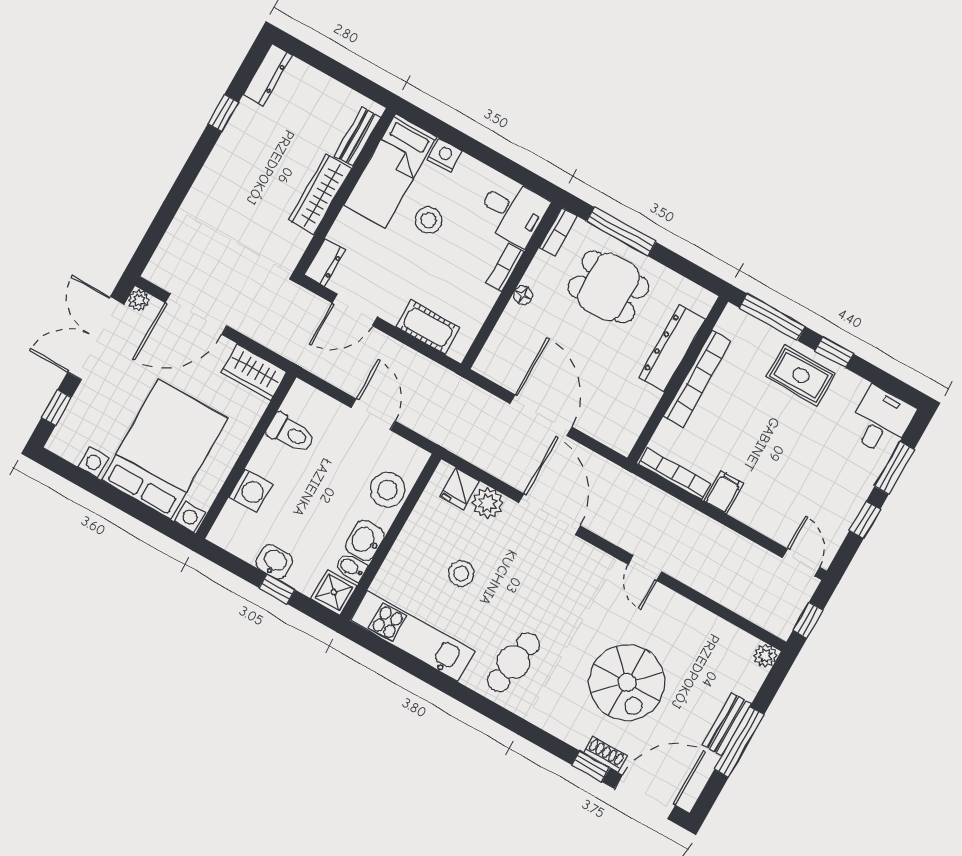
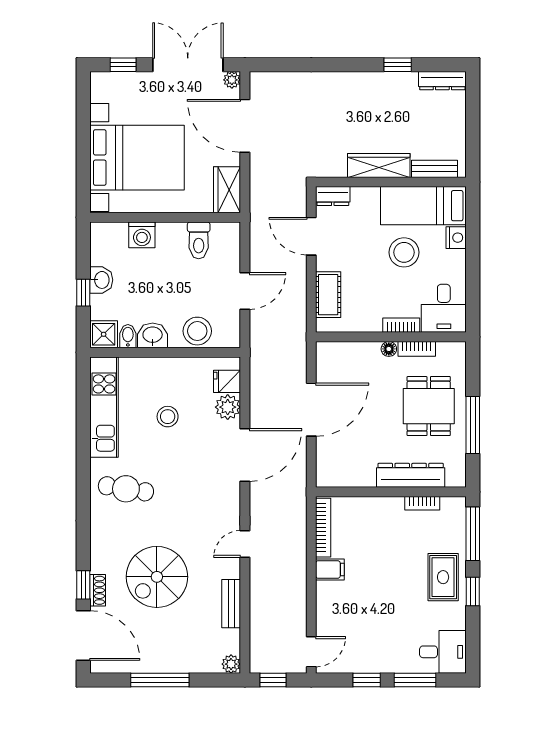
stool: (429, 220) -> (404, 252), width x1.38, depth x1.38
bookcase: (558, 232) -> (417, 349), moved
window: (621, 232) -> (473, 425), moved
bookcase: (697, 379) -> (422, 503), width x0.43, depth x0.76
bench: (727, 724) -> (231, 604), moved, turned 90

